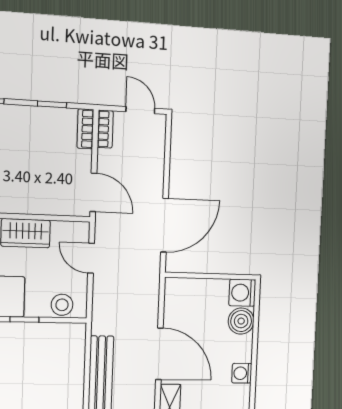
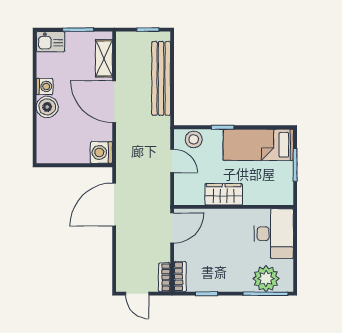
door: (93, 192) -> (172, 228), swing flipped
door: (91, 258) -> (172, 161), moved
washing machine: (242, 293) -> (101, 153), moved, turned 180
boiler: (241, 321) -> (47, 107), moved

